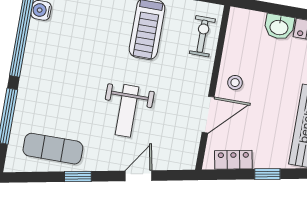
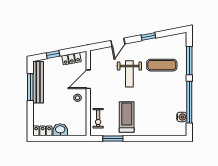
weight bench: (127, 111) -> (129, 74), turned 180
exercise mat: (53, 149) -> (162, 65), moved

